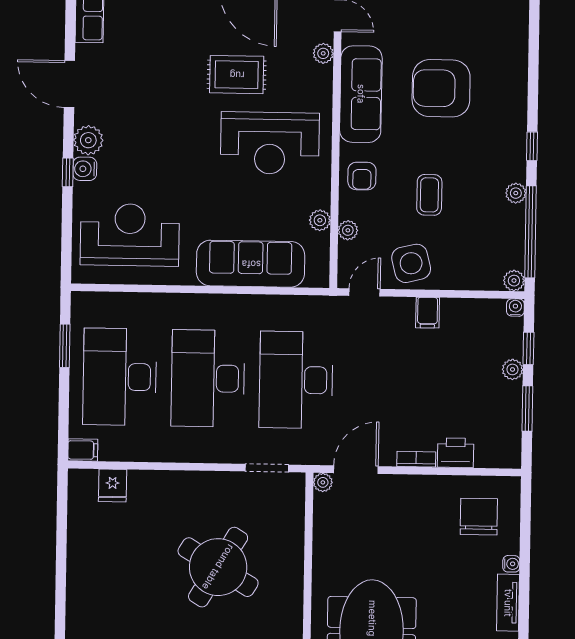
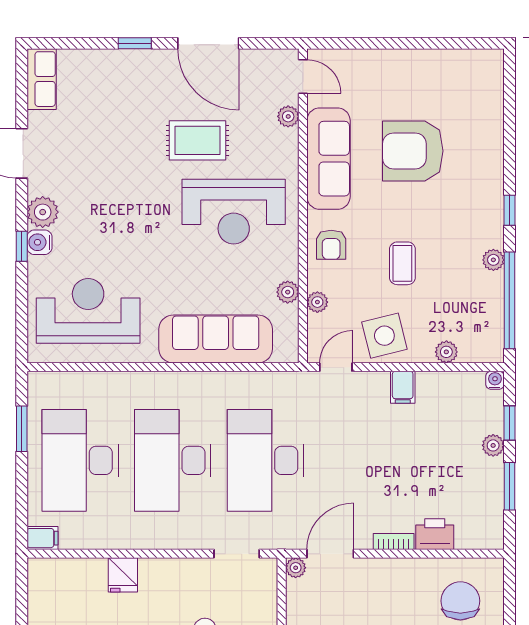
plant: (514, 281) -> (446, 352), moved
fridge: (113, 486) -> (123, 575), moved

